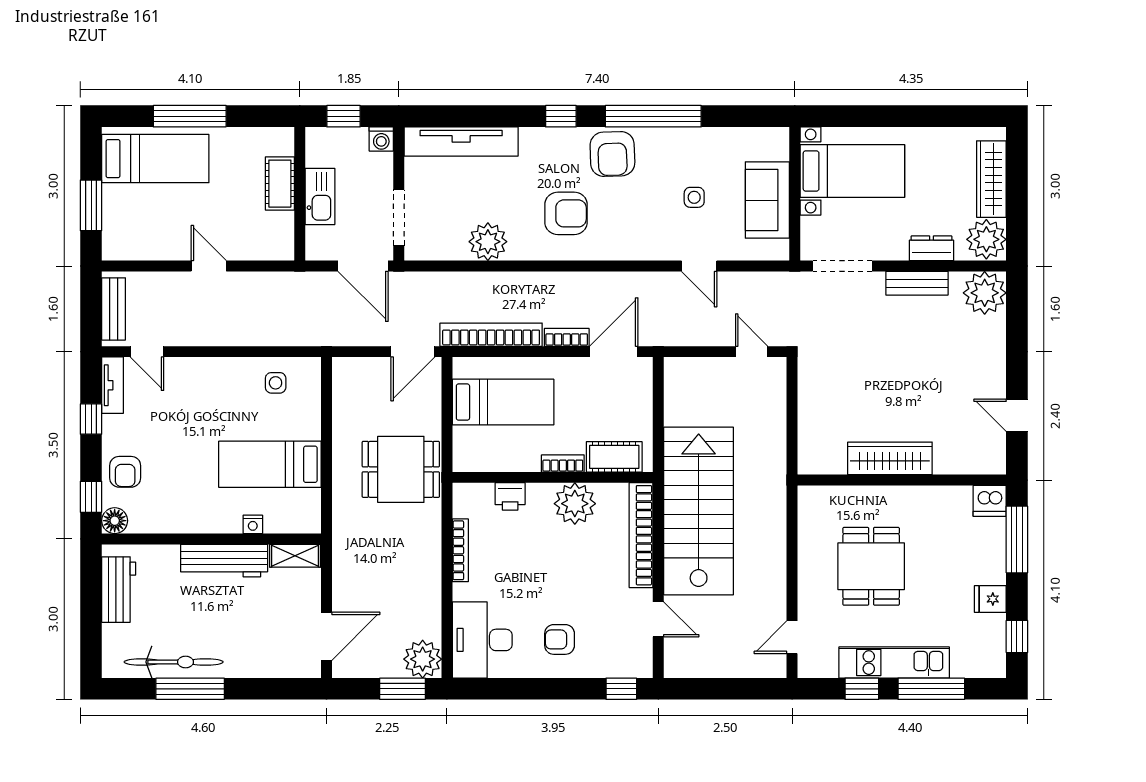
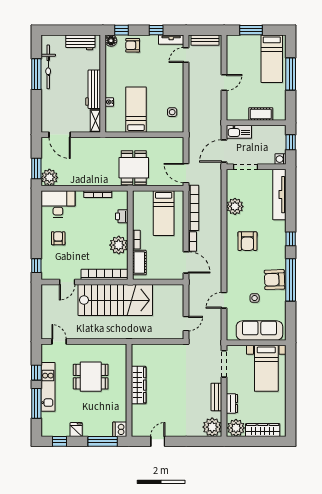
armchair: (612, 154) -> (274, 280), moved
kitchen sink: (320, 196) -> (239, 132), moved
sofa: (767, 200) -> (259, 331), width x1.36

